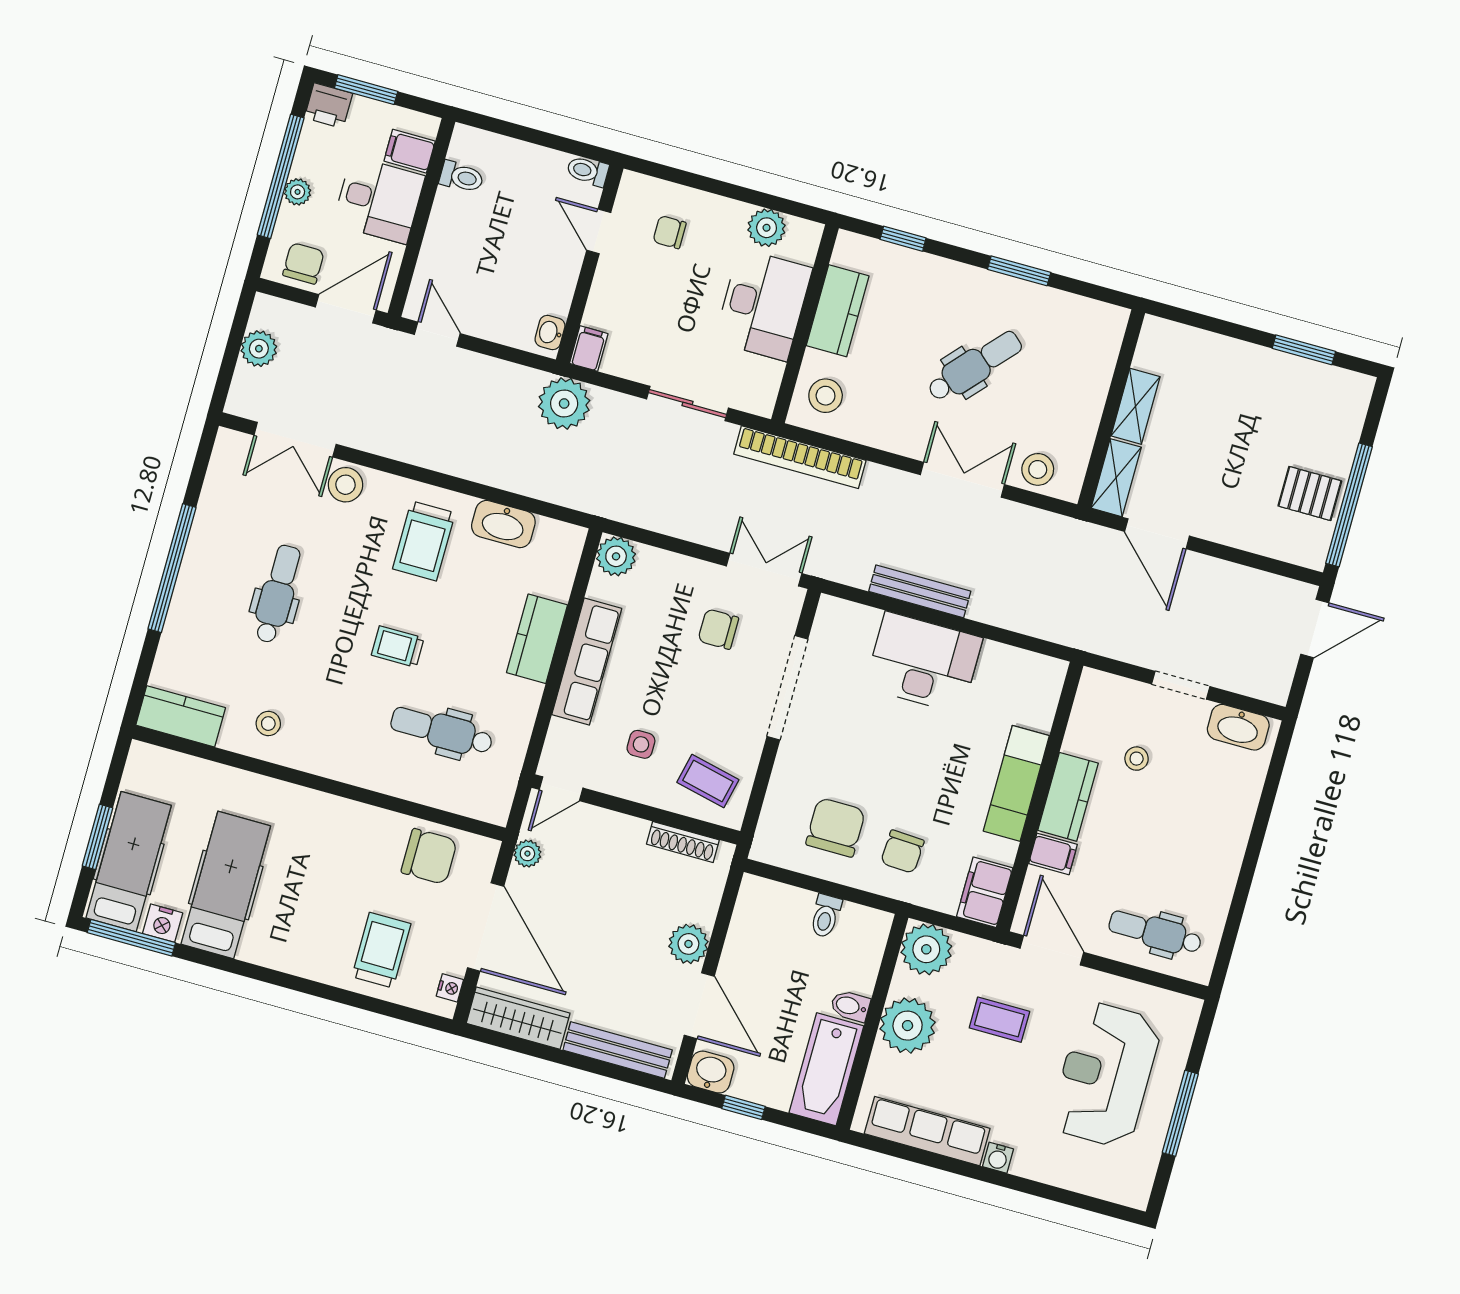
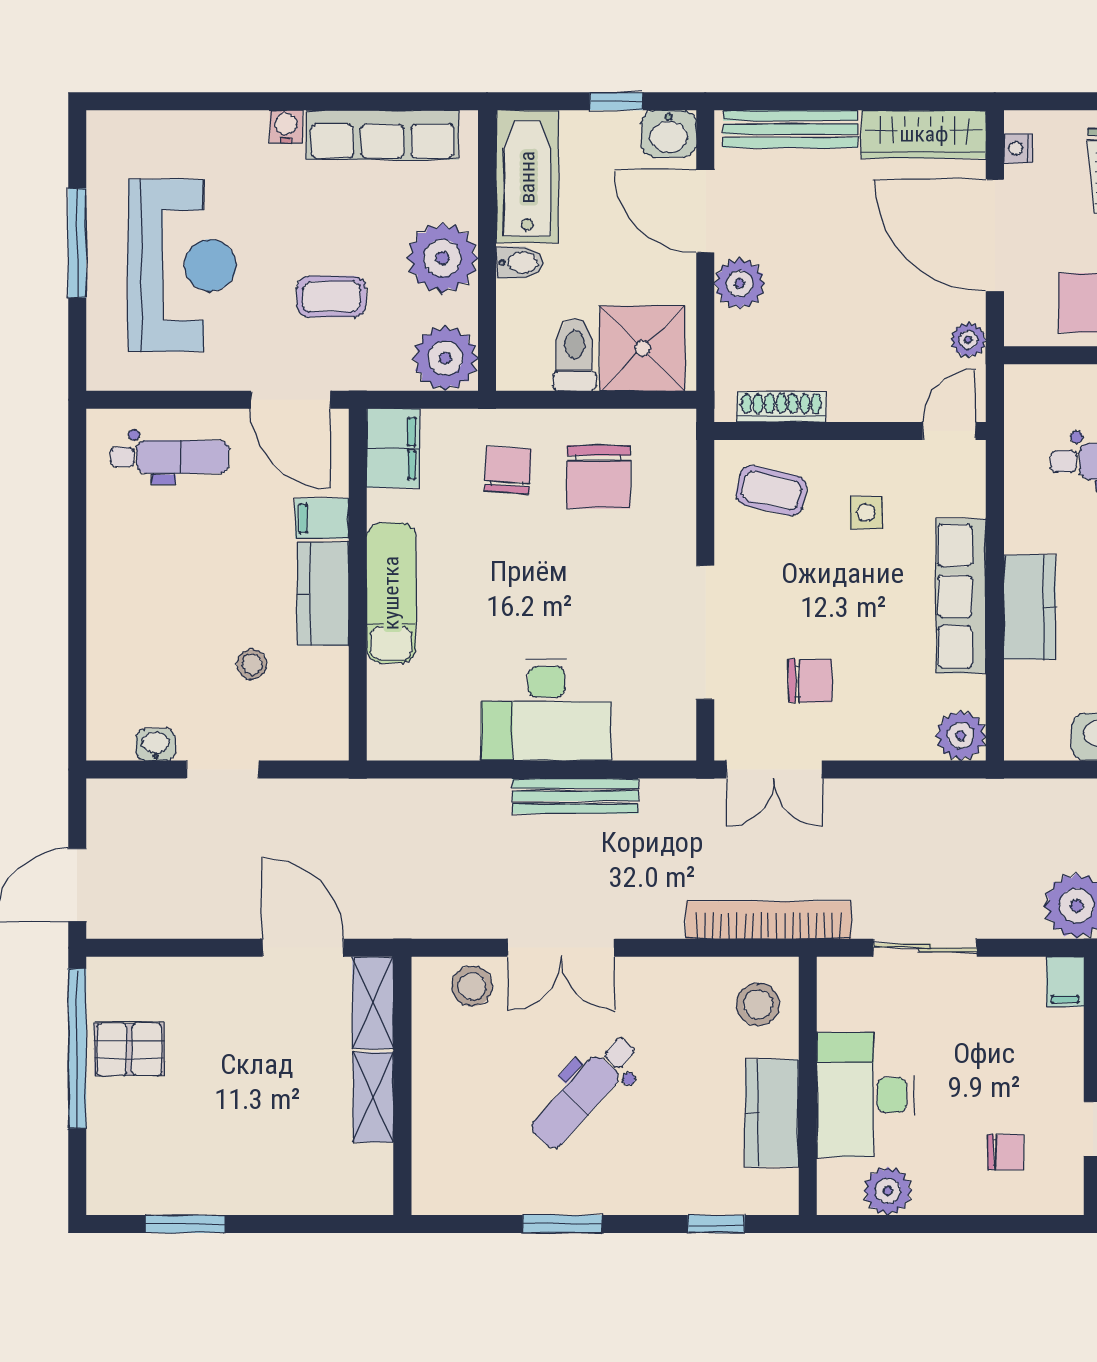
washbasin: (1238, 727) -> (156, 745), width x0.52, depth x0.69
shower: (775, 915) -> (643, 348), added
toilet: (826, 916) -> (575, 355), width x1.37, depth x1.39

